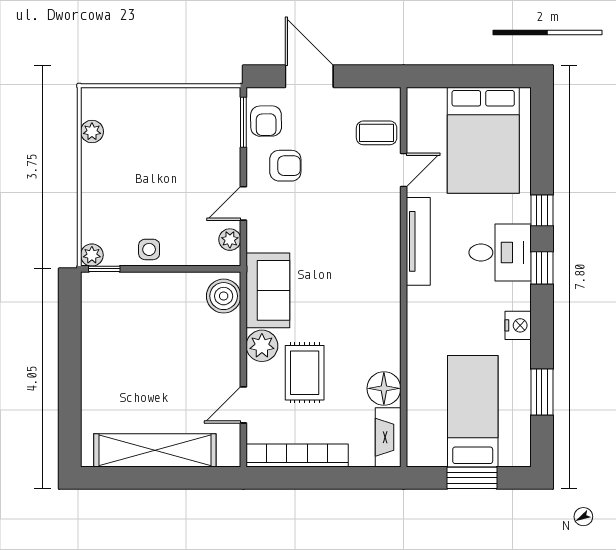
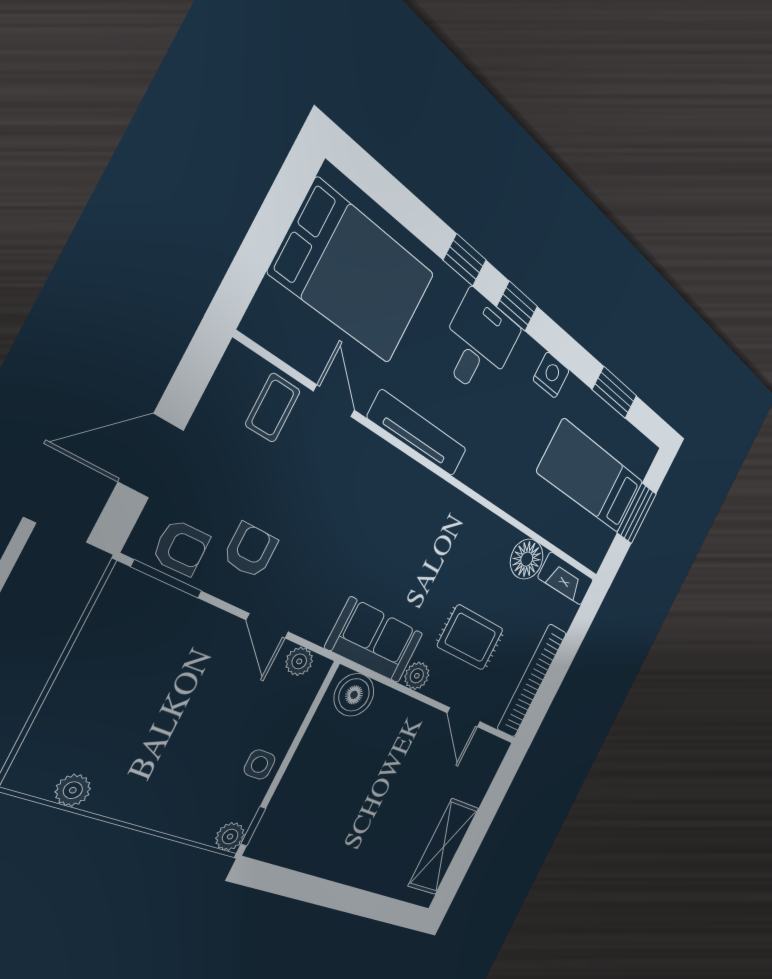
plant: (262, 346) -> (417, 676), width x0.73, depth x0.73
shelving: (155, 450) -> (444, 847), width x0.68

